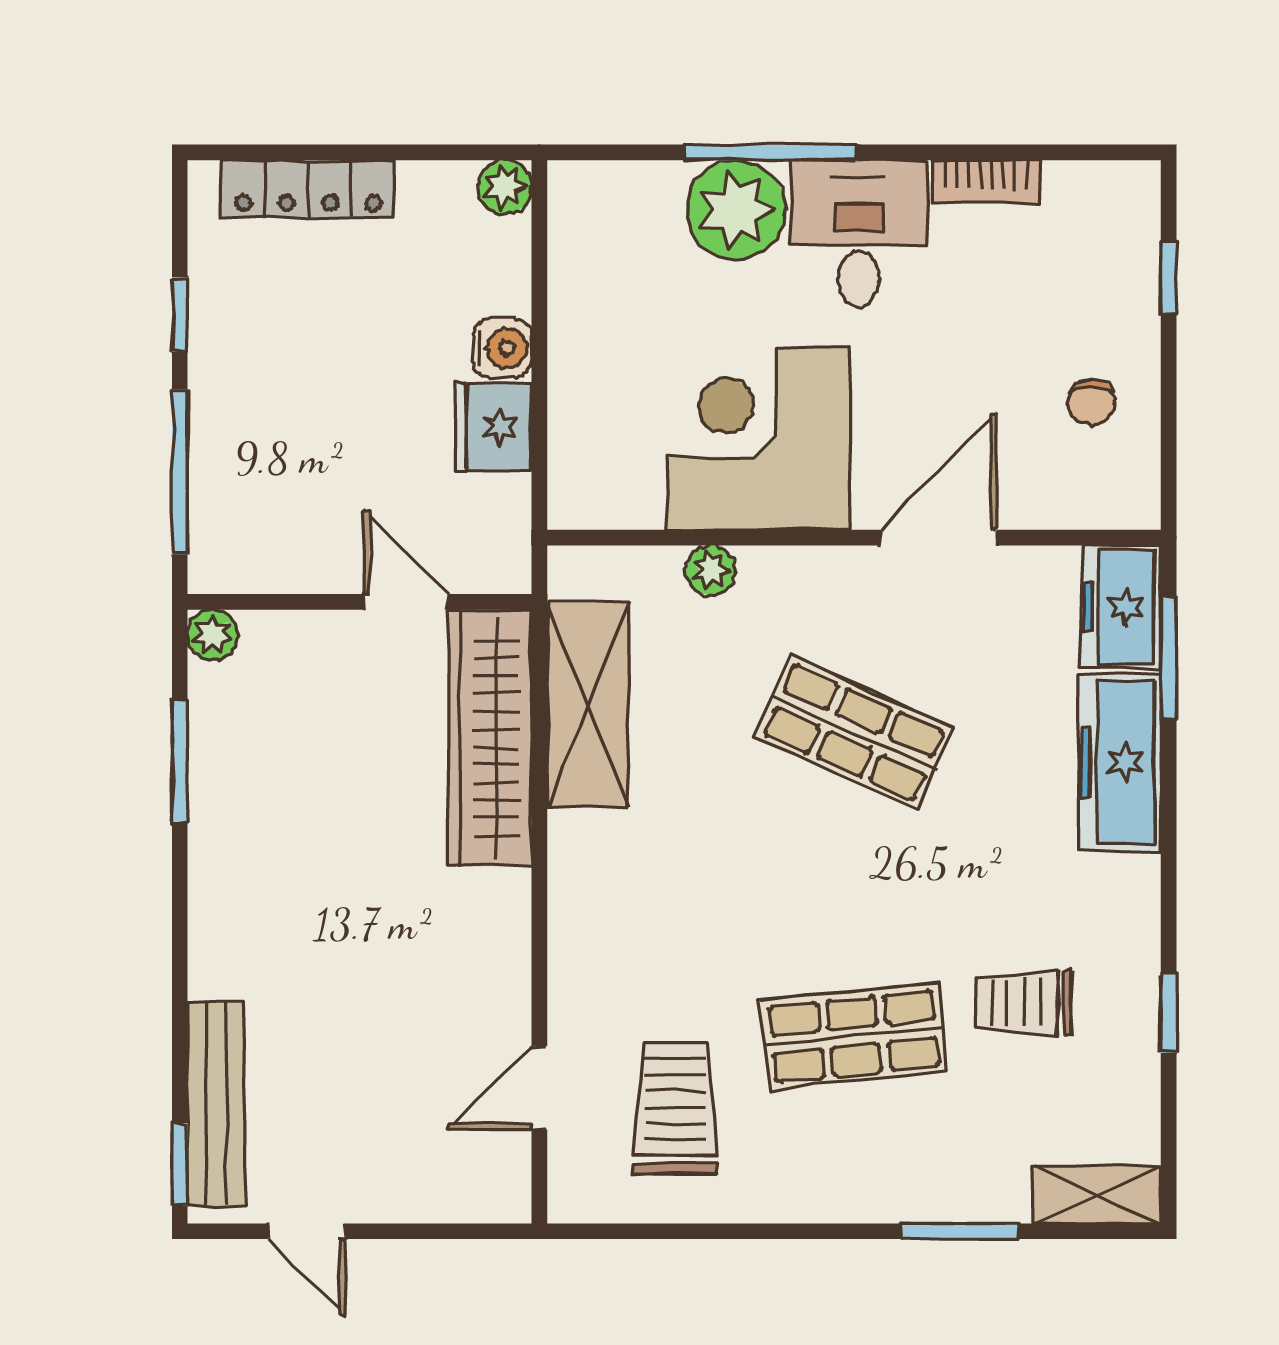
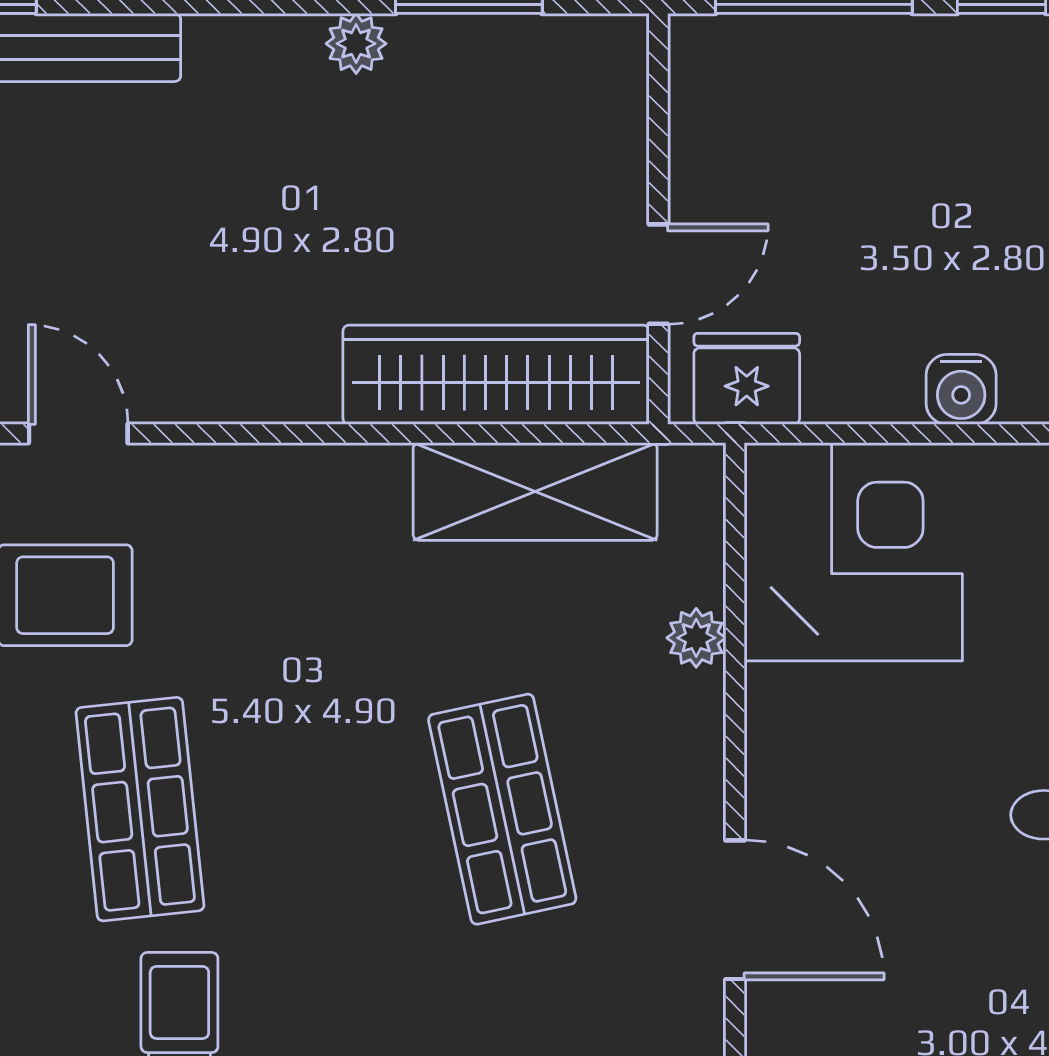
fridge: (493, 427) -> (747, 379), moved
corner desk: (759, 439) -> (853, 552), moved
plant: (213, 635) -> (356, 44), moved
shop shelf: (854, 733) -> (502, 809), turned -36

